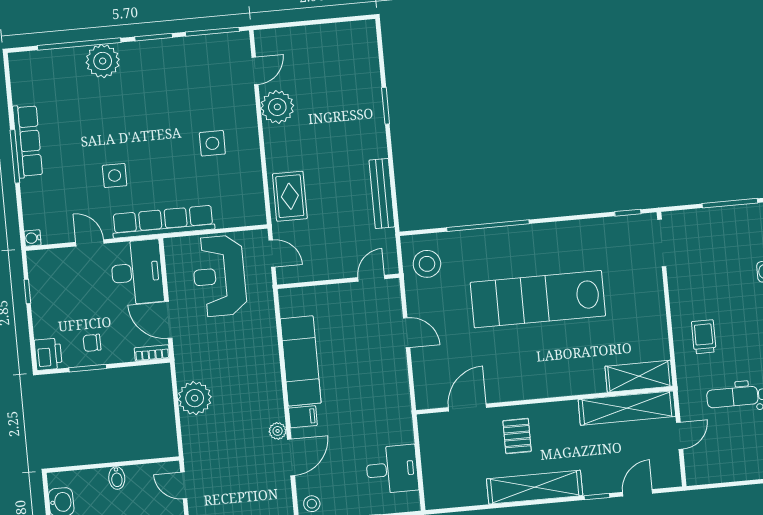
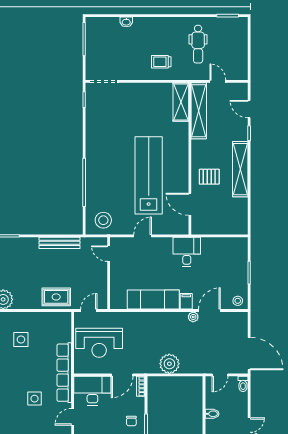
lab bench: (538, 299) -> (149, 175), moved, turned 180
door: (291, 457) -> (209, 311), hinge flipped
desk: (392, 469) -> (187, 252), moved

